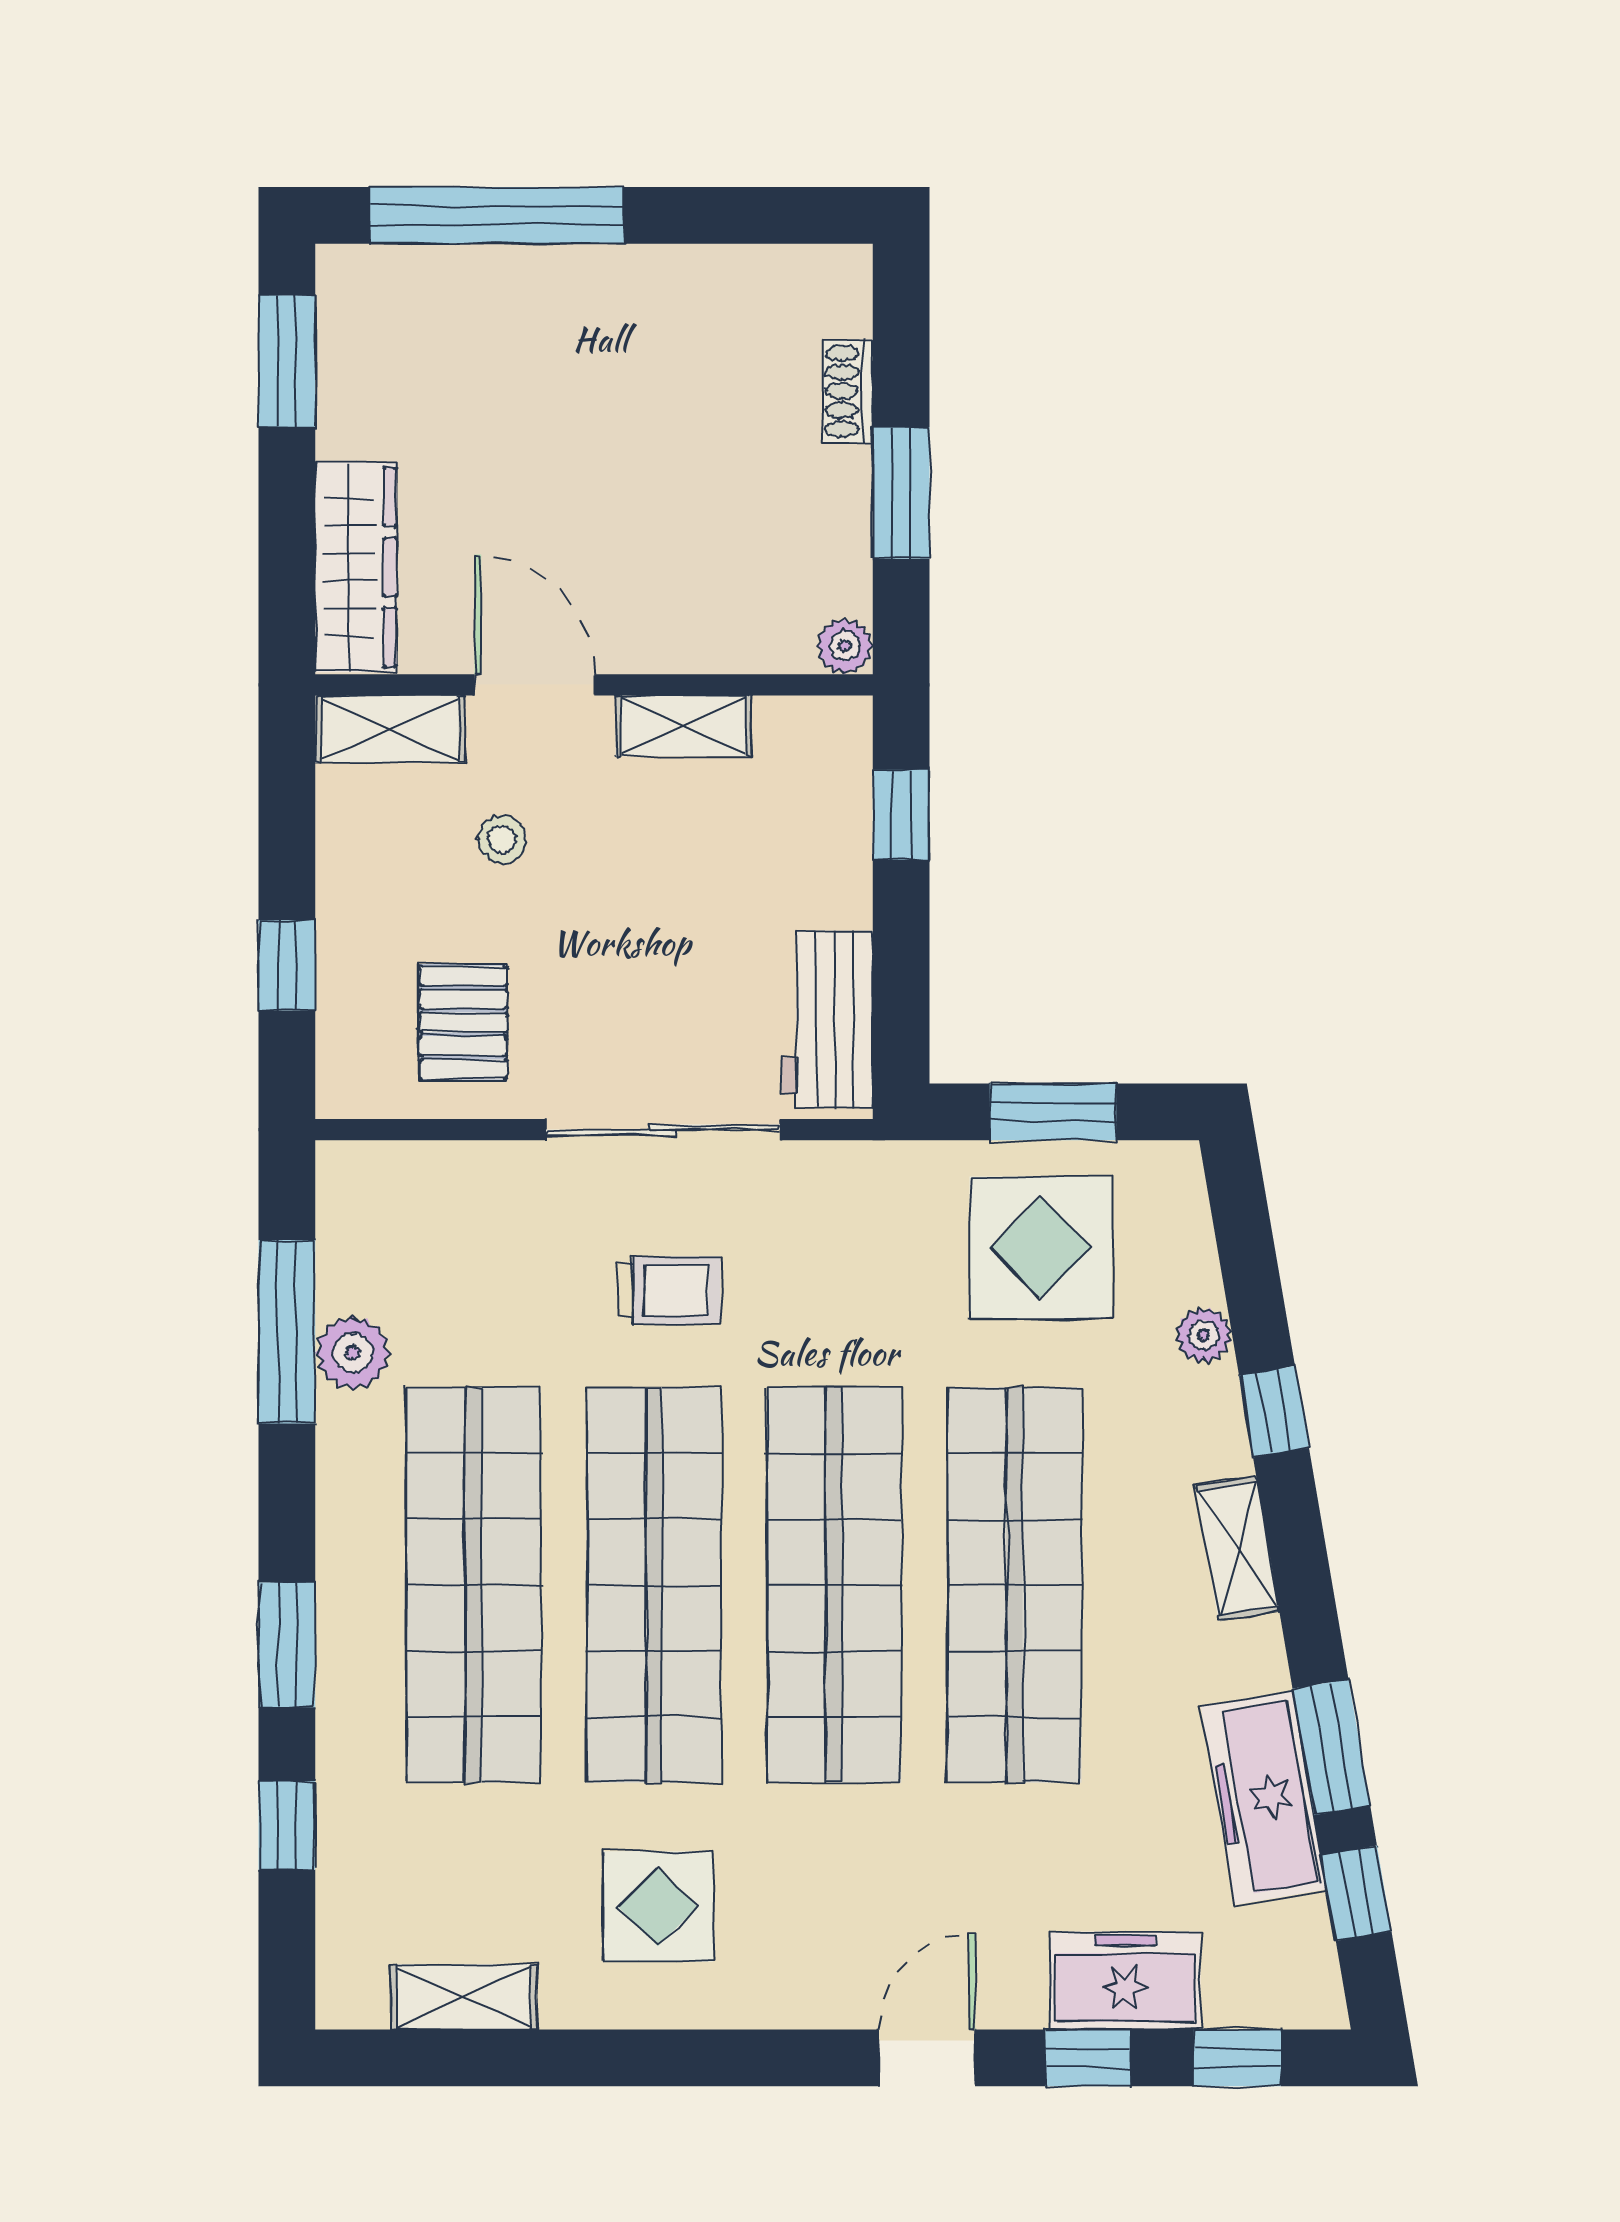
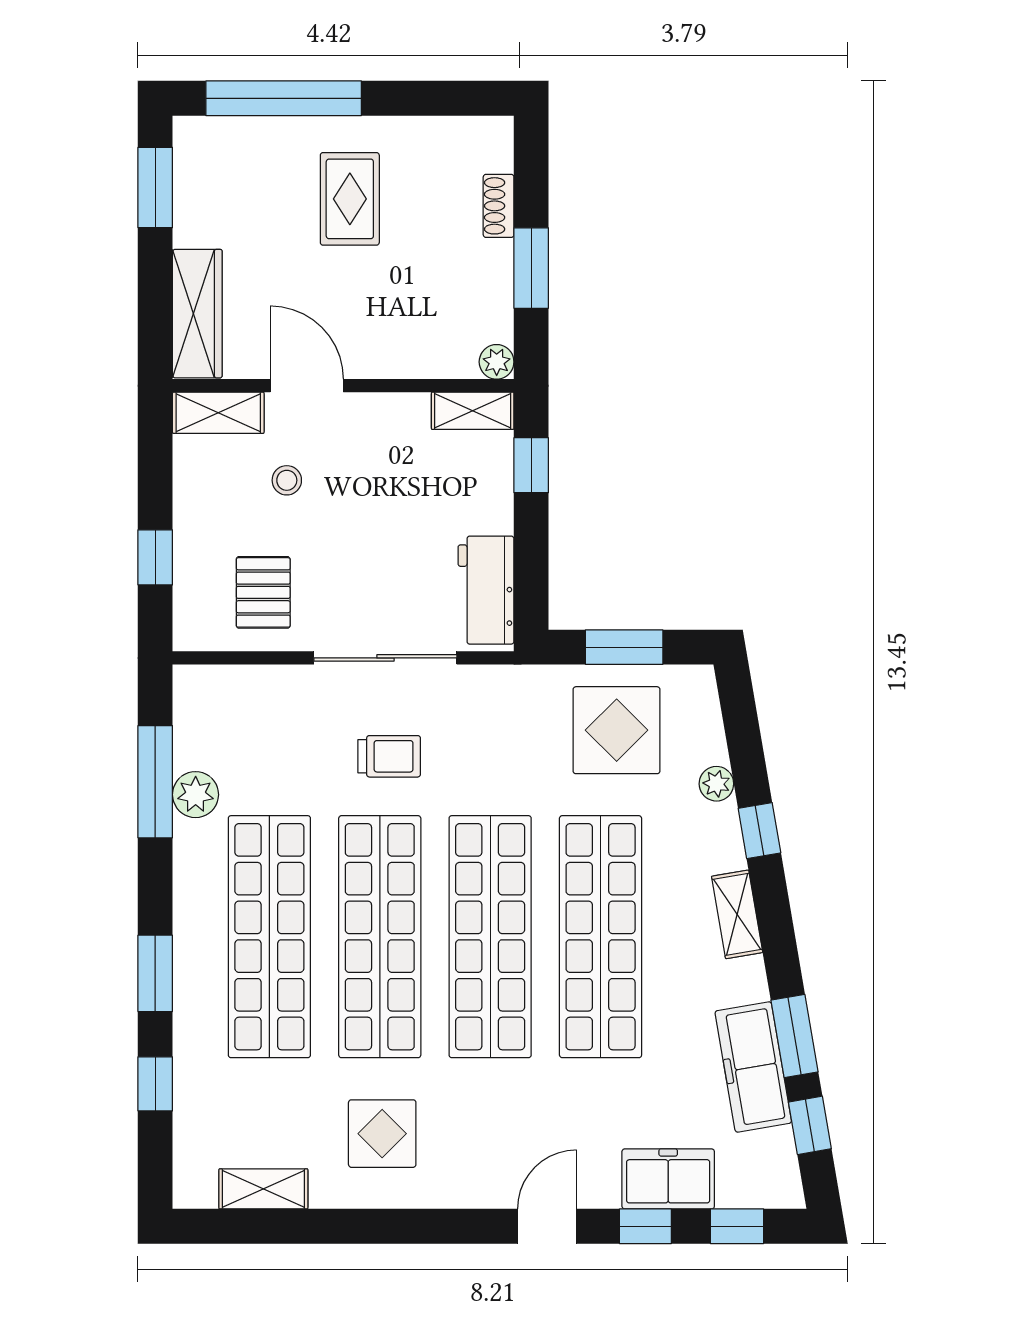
rug: (605, 380) -> (350, 199), added
shelving: (683, 726) -> (473, 411), moved

